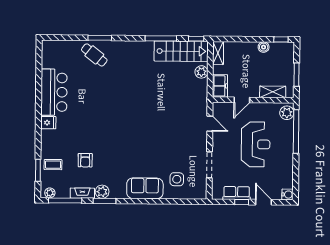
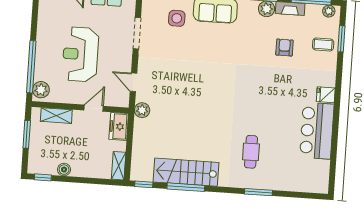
stairs: (181, 51) -> (186, 172), moved
cafe table: (94, 55) -> (251, 152), moved, turned 52
plant: (201, 72) -> (142, 110), moved

